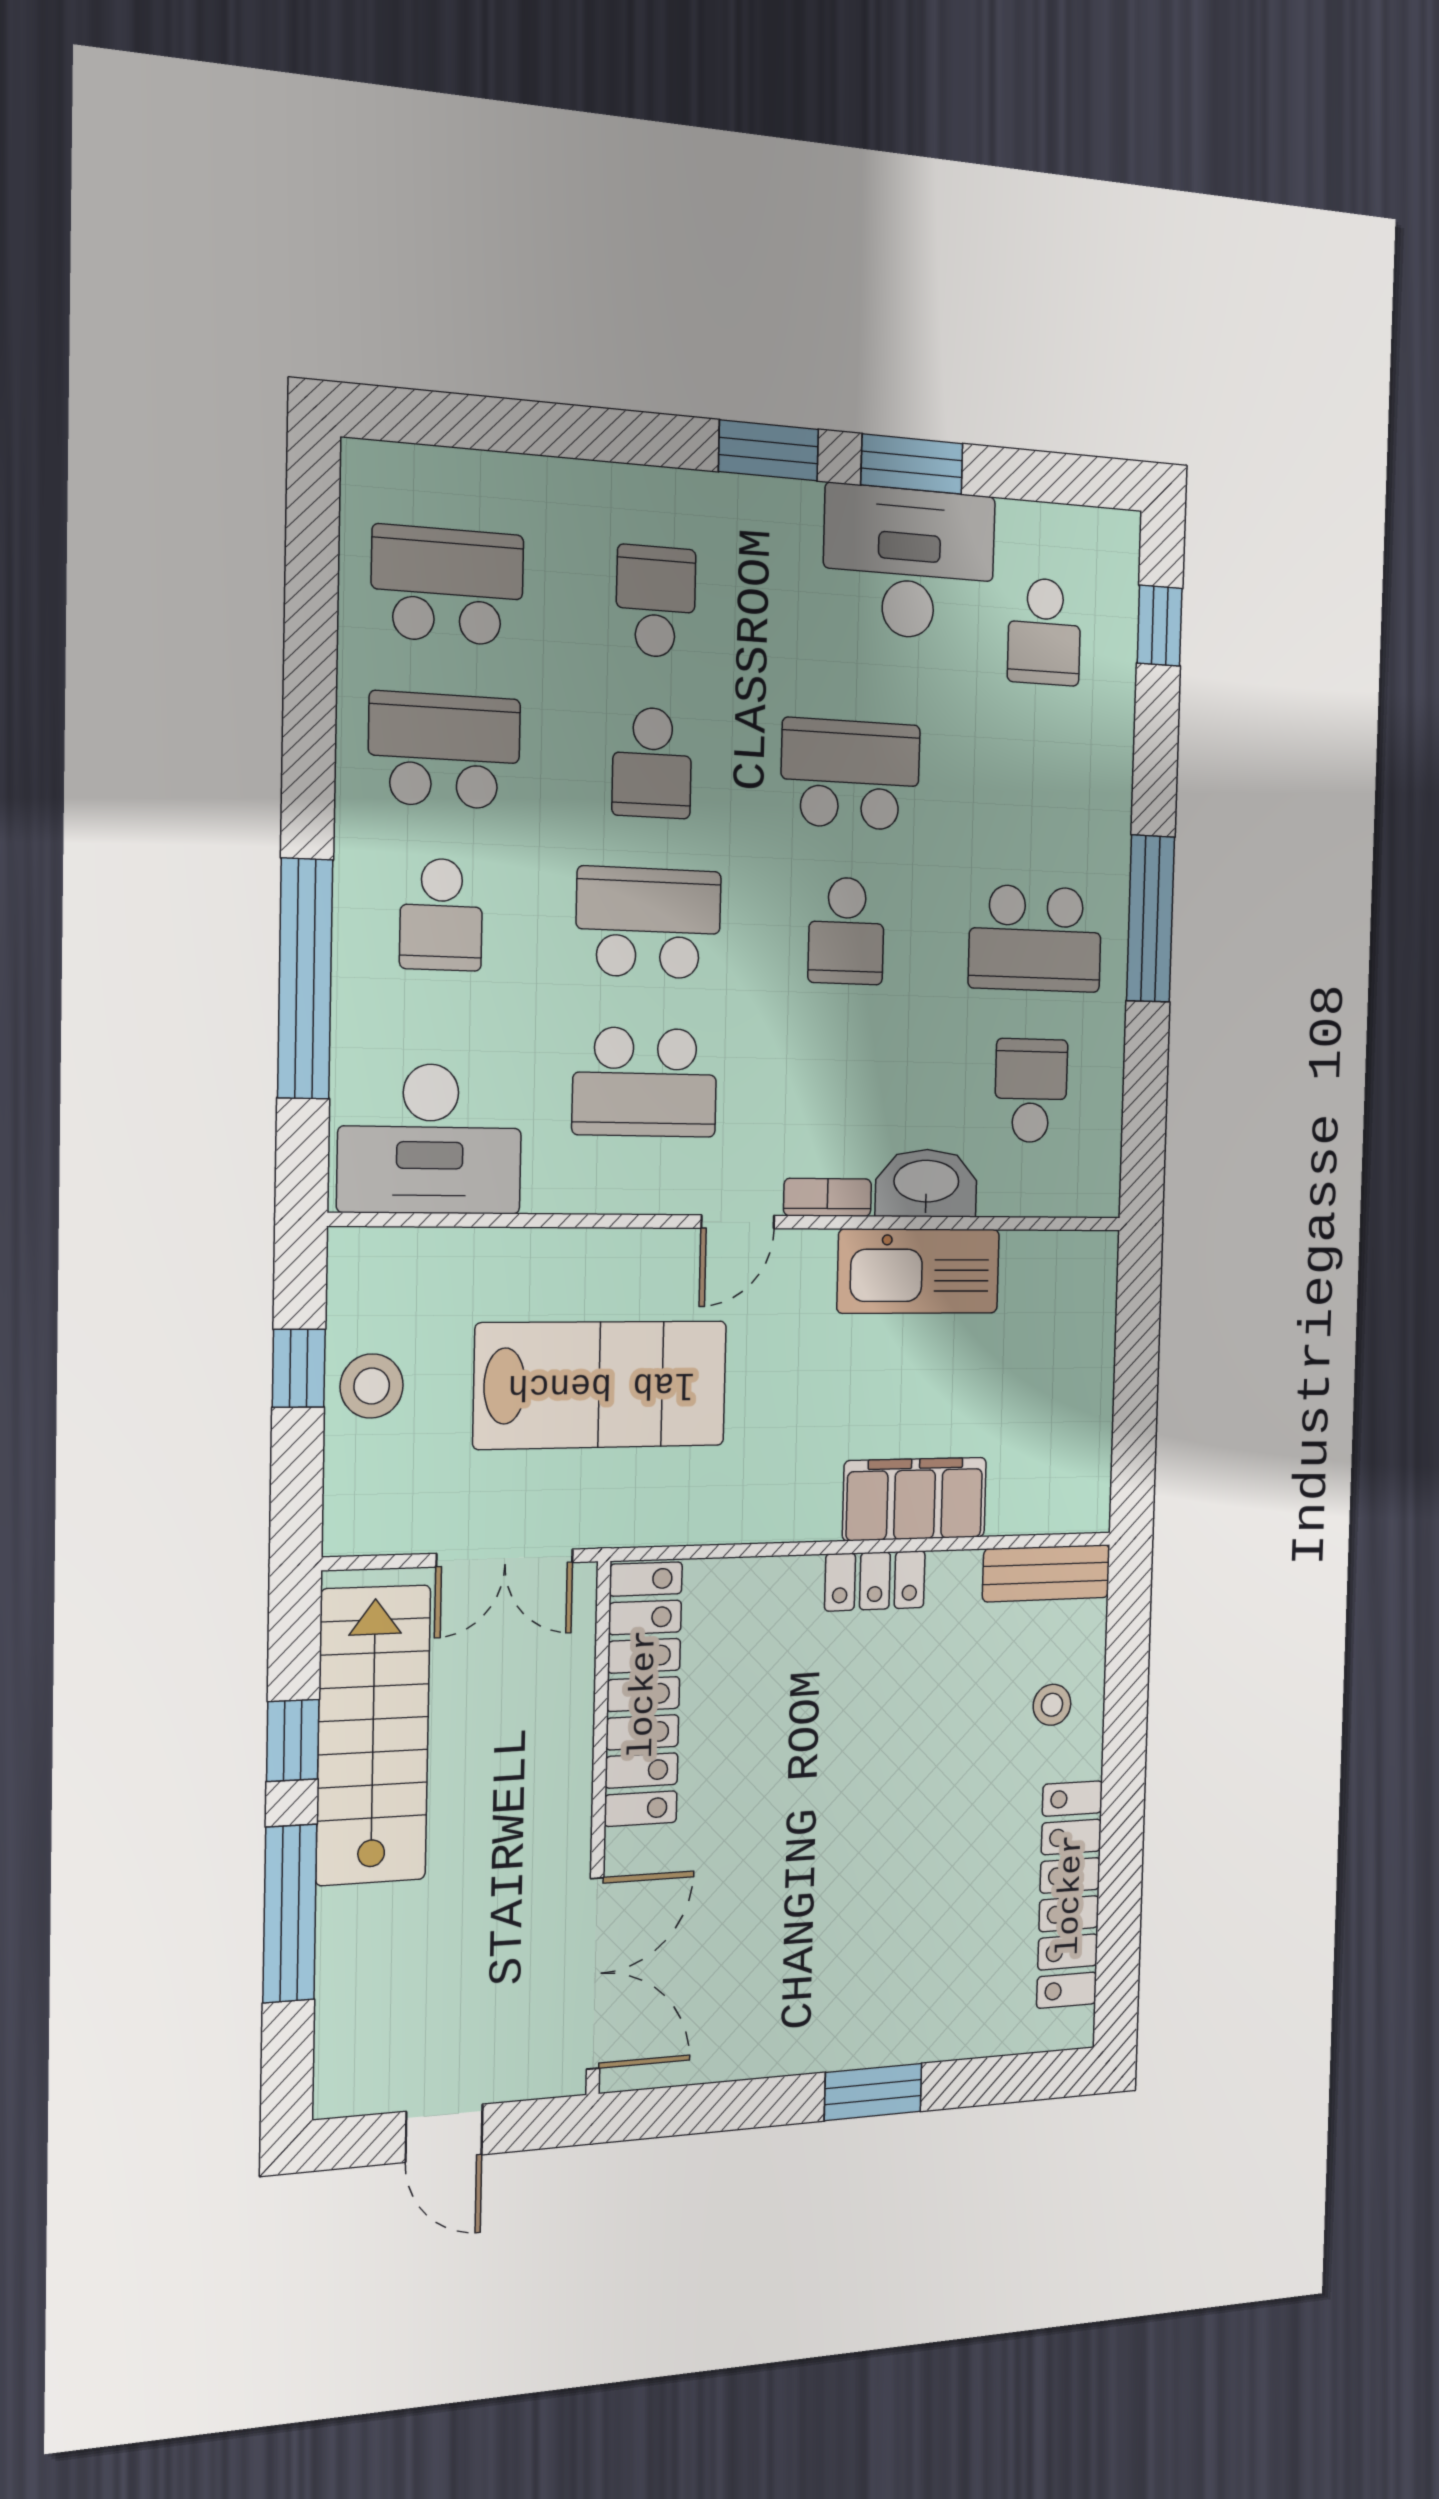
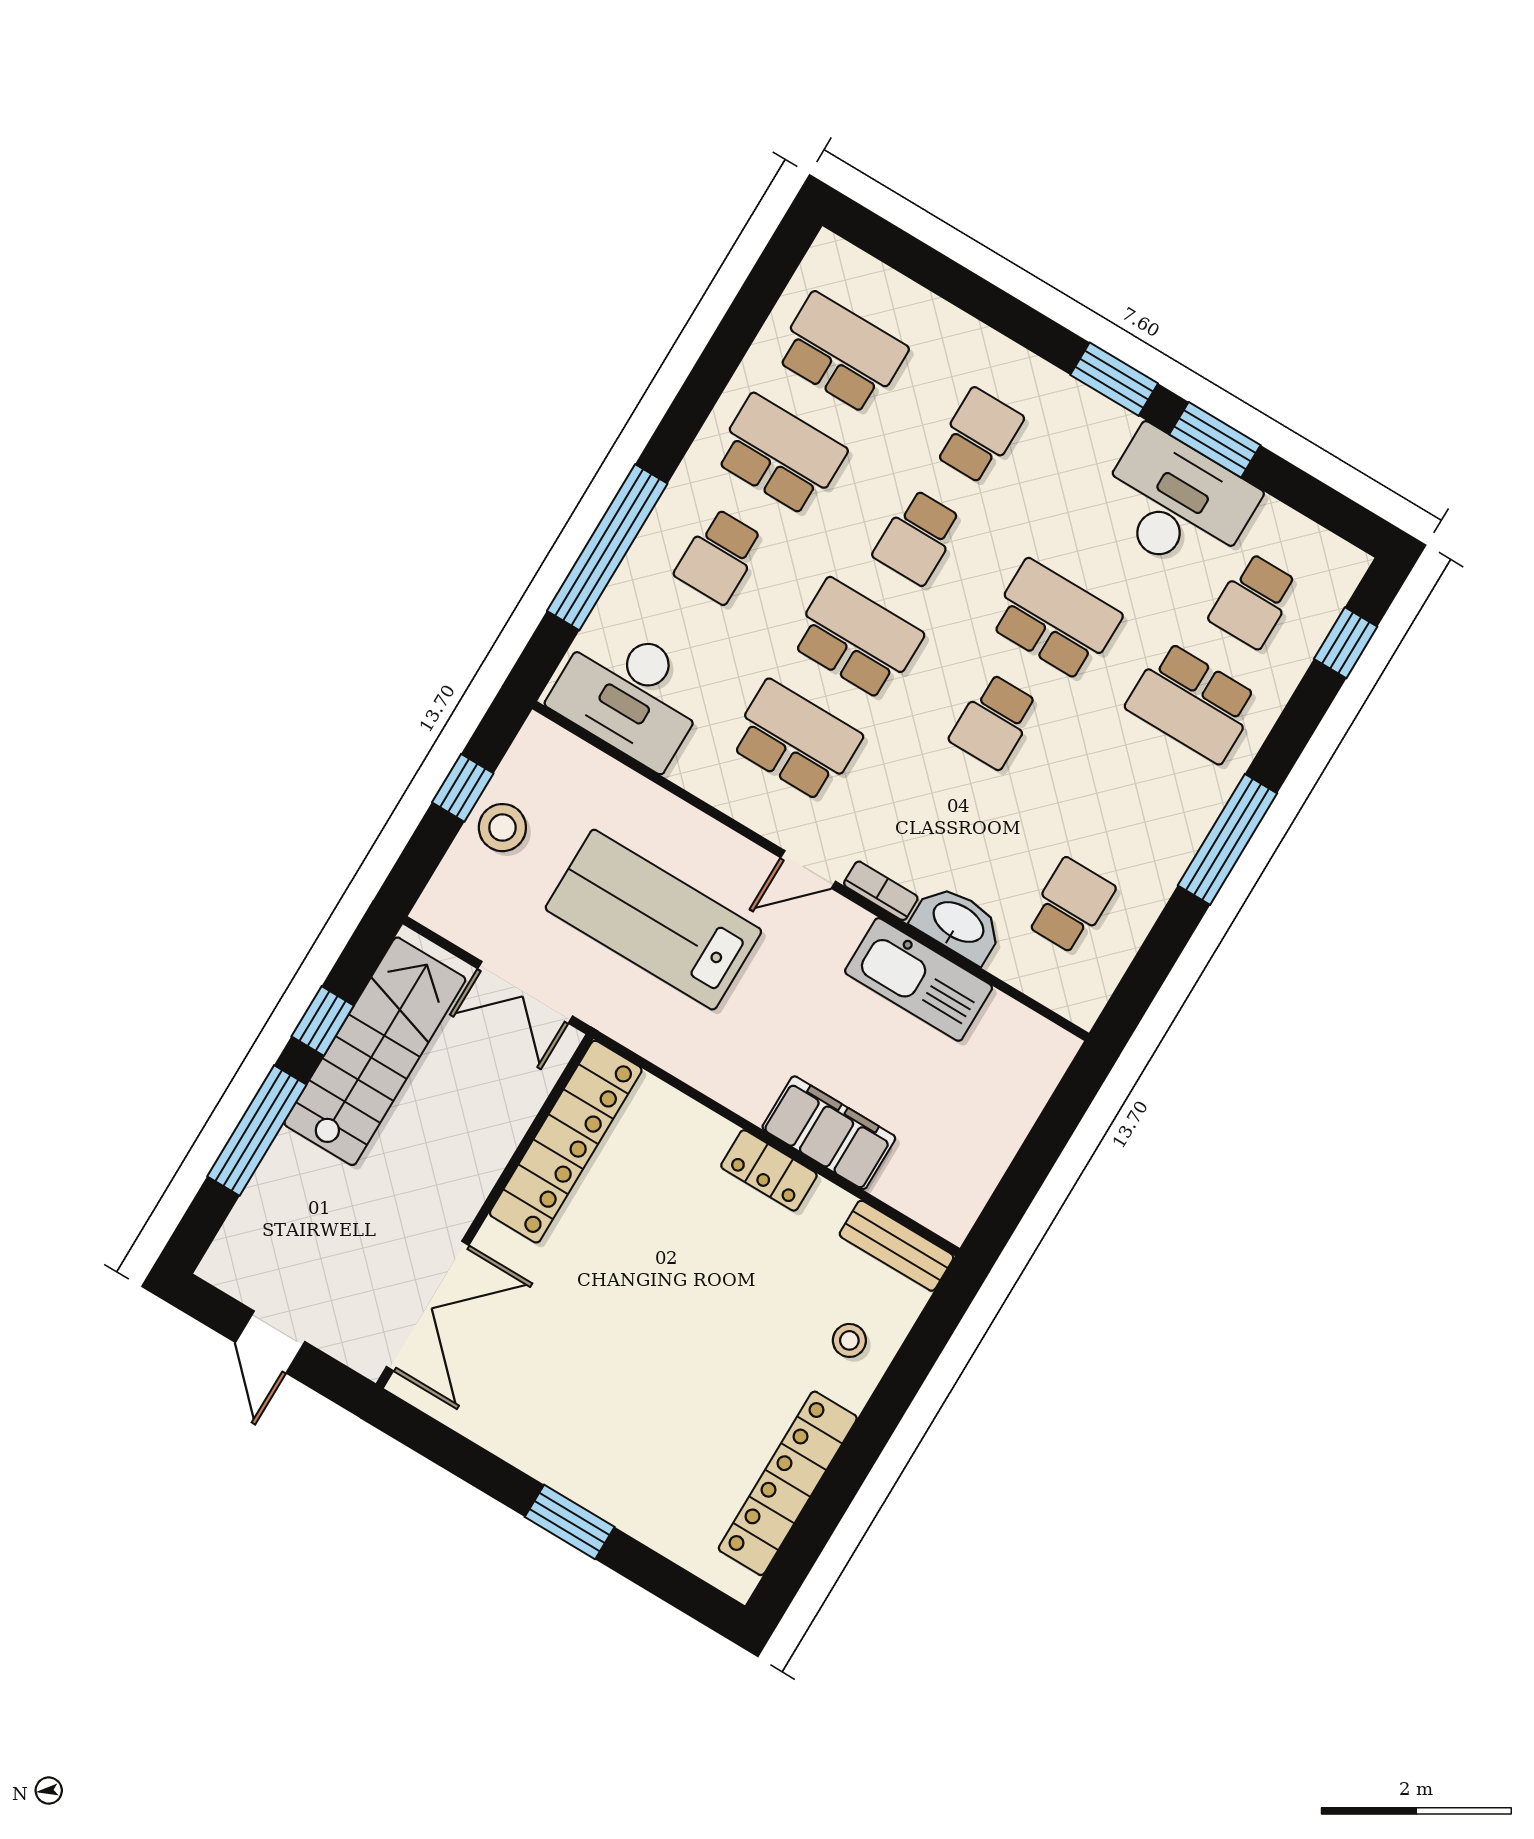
school desk: (1035, 938) -> (1192, 702), moved
school desk: (645, 1082) -> (795, 741), turned 180
lab bench: (601, 1385) -> (653, 920), turned 180

